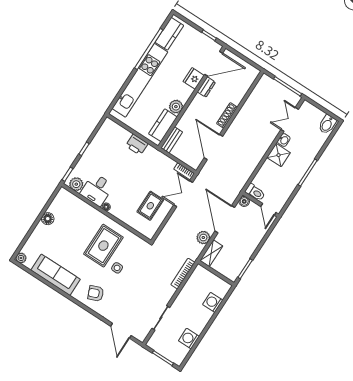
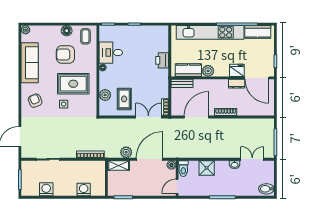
shower: (279, 155) -> (207, 168), moved
plant: (76, 184) -> (105, 95), moved
coffee table: (65, 204) -> (85, 36), added
rug: (150, 206) -> (124, 99), turned 90
armchair: (70, 235) -> (65, 54), added

